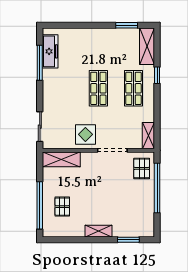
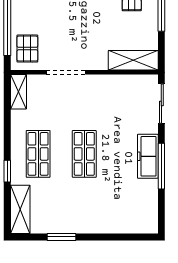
window: (127, 25) -> (61, 237), moved
freezer: (50, 51) -> (148, 156), moved
window: (40, 63) -> (161, 166), moved
display table: (85, 134) -> (101, 93), removed

